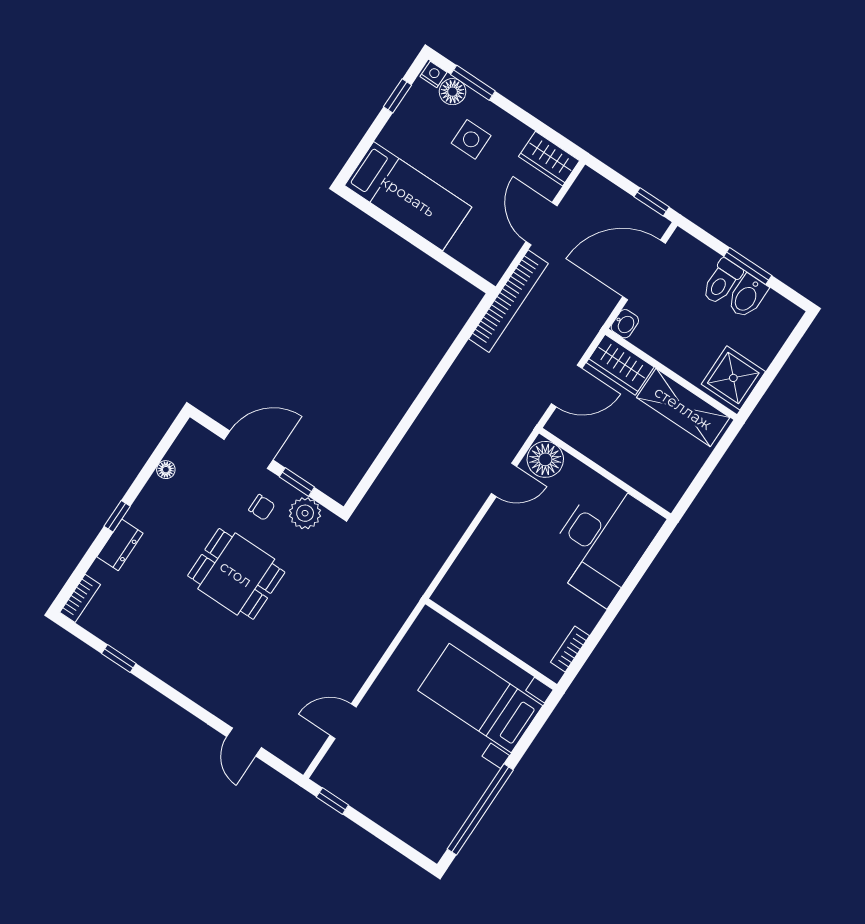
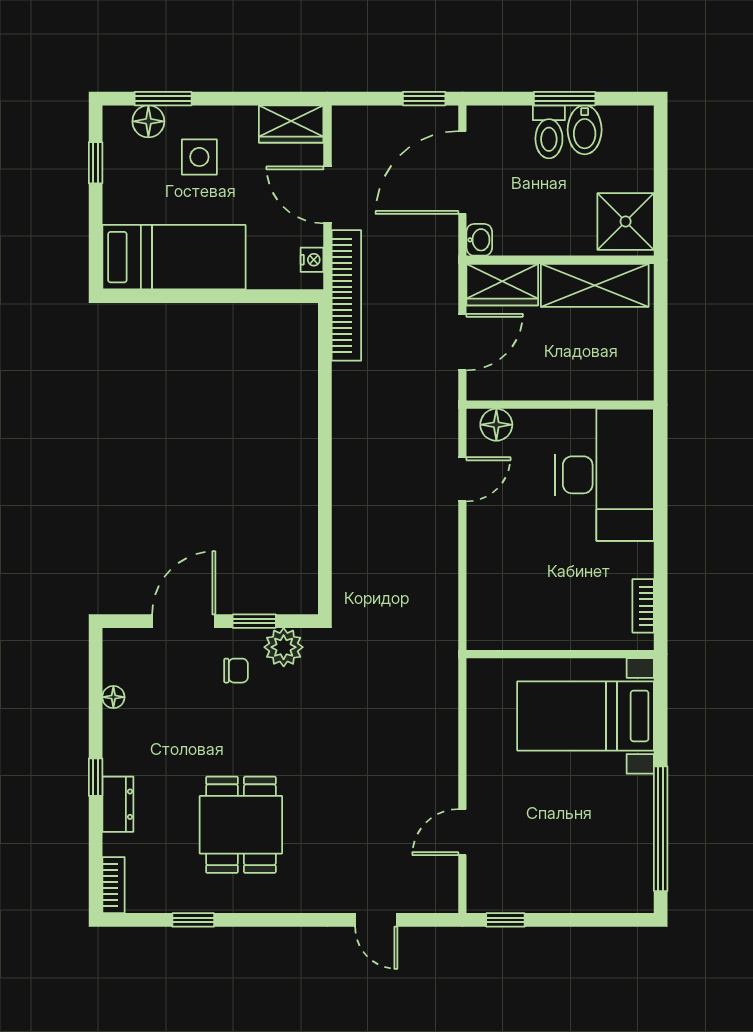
nightstand: (433, 74) -> (312, 260), moved, turned 90
floor lamp: (545, 459) -> (496, 425), width x0.73, depth x0.73
dining table: (236, 574) -> (241, 825), moved, turned 90

